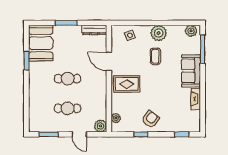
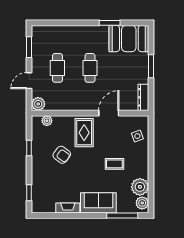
plant: (159, 33) -> (140, 187), moved
armchair: (151, 119) -> (62, 155), moved

